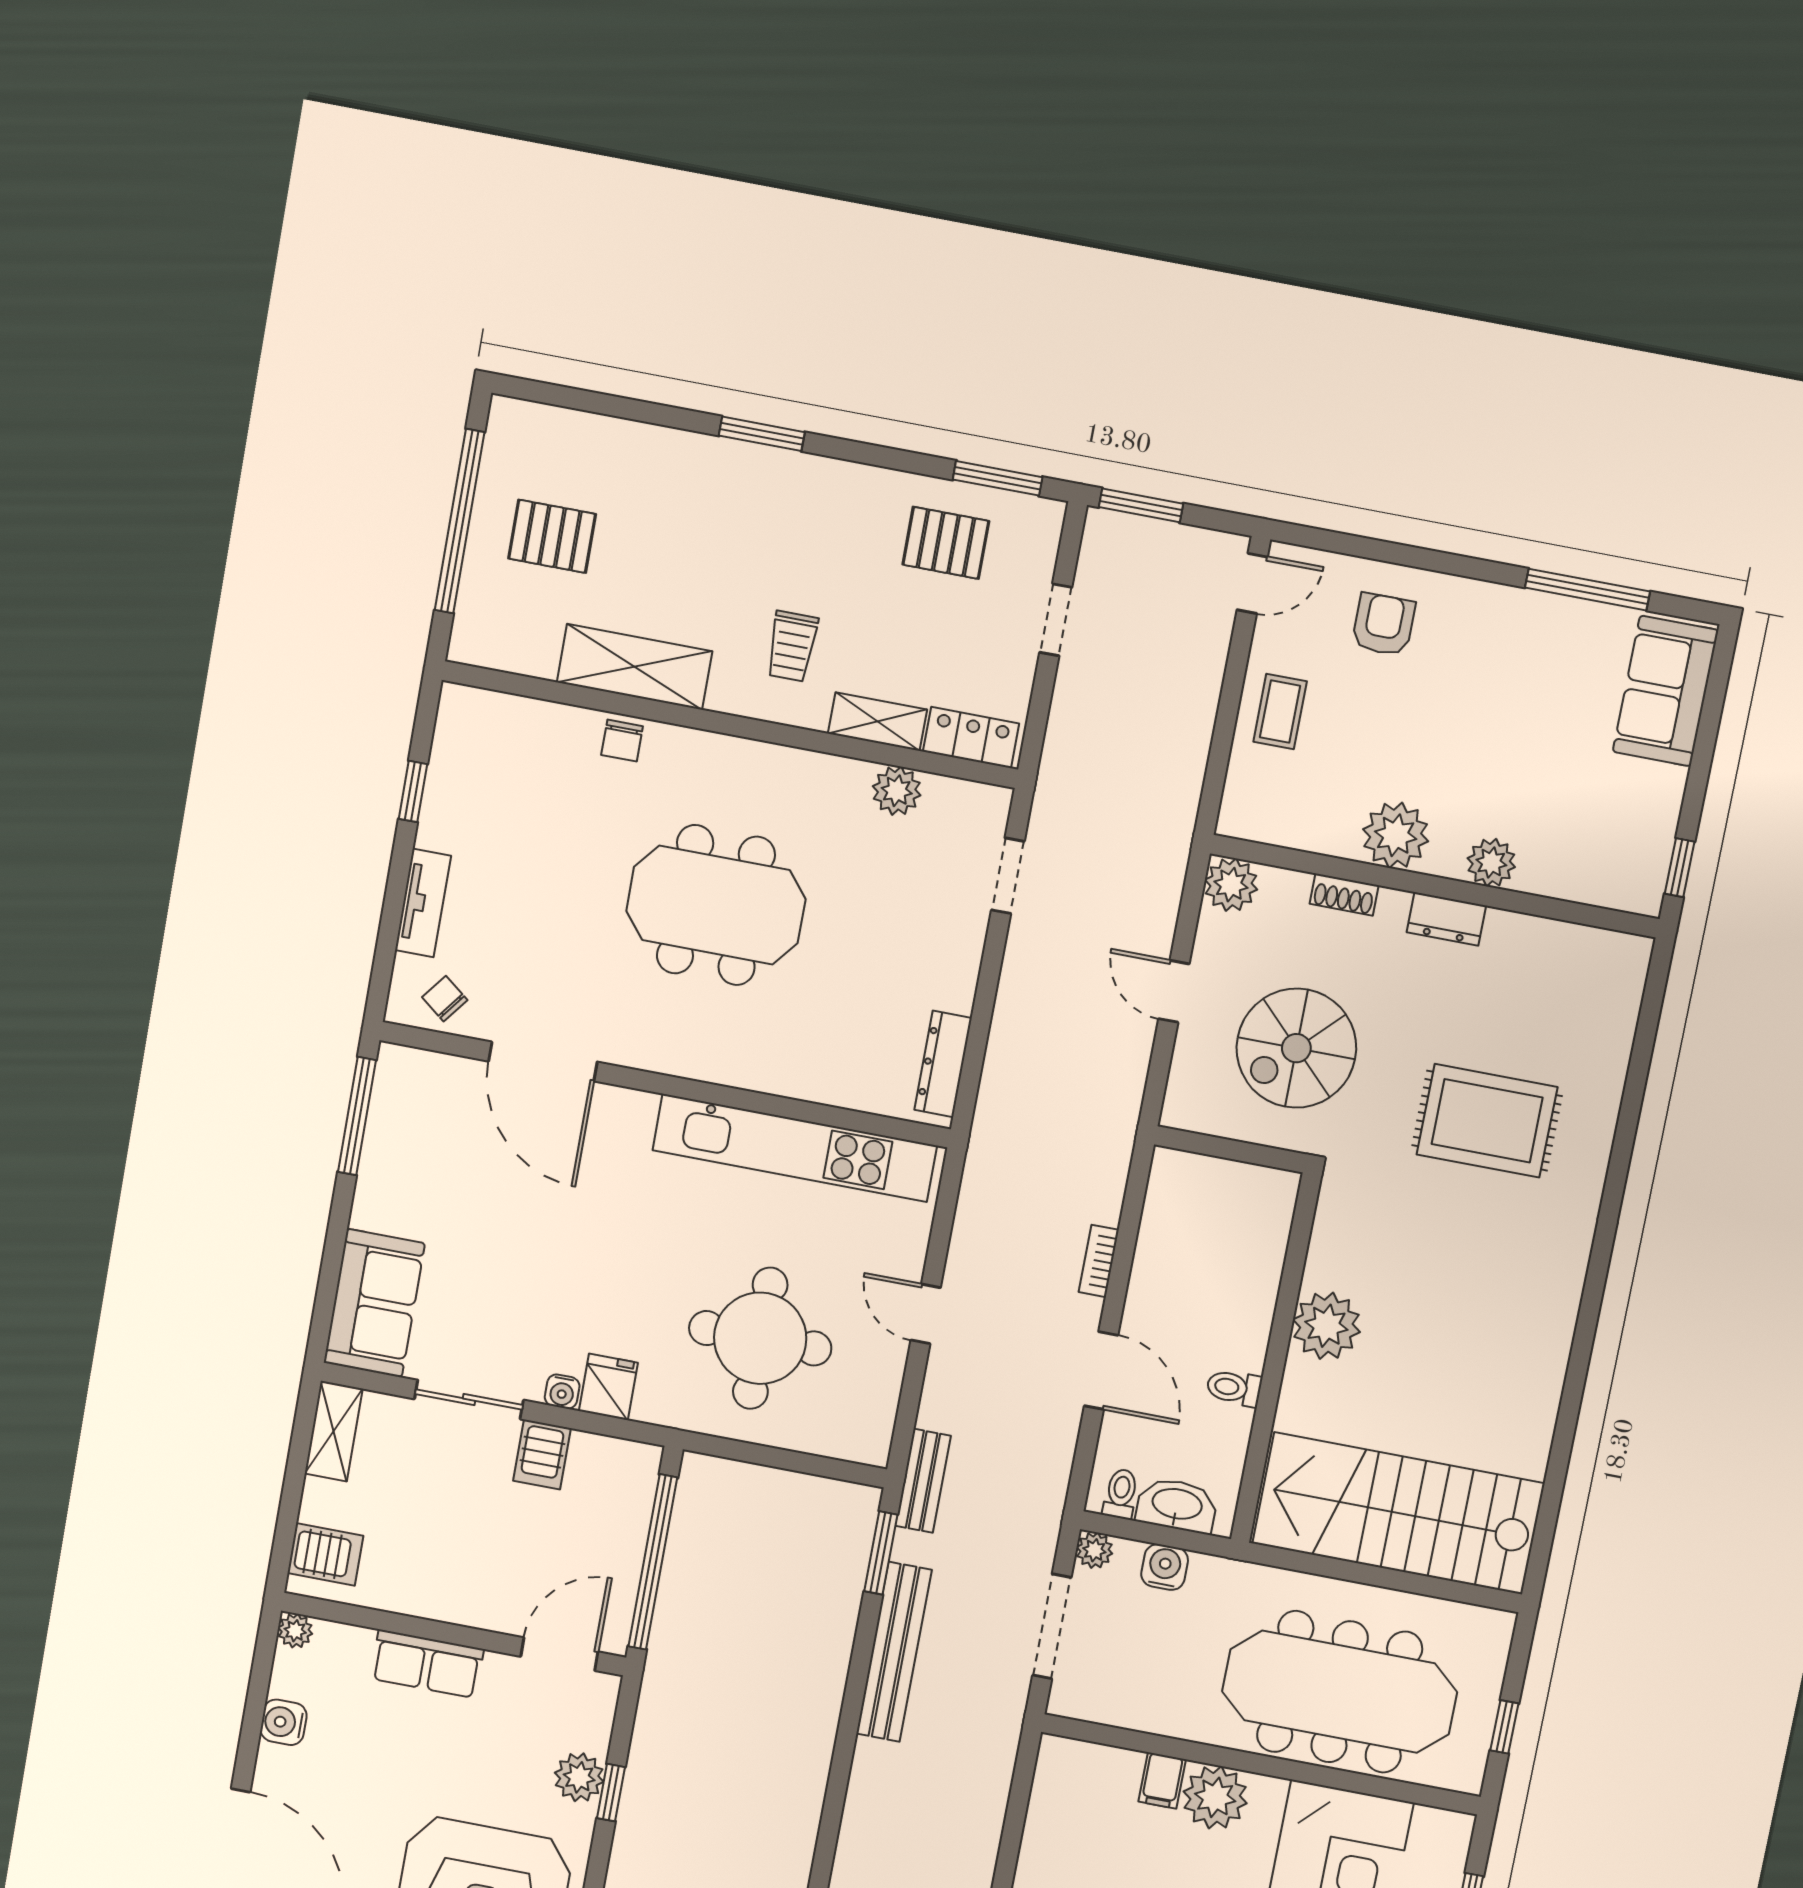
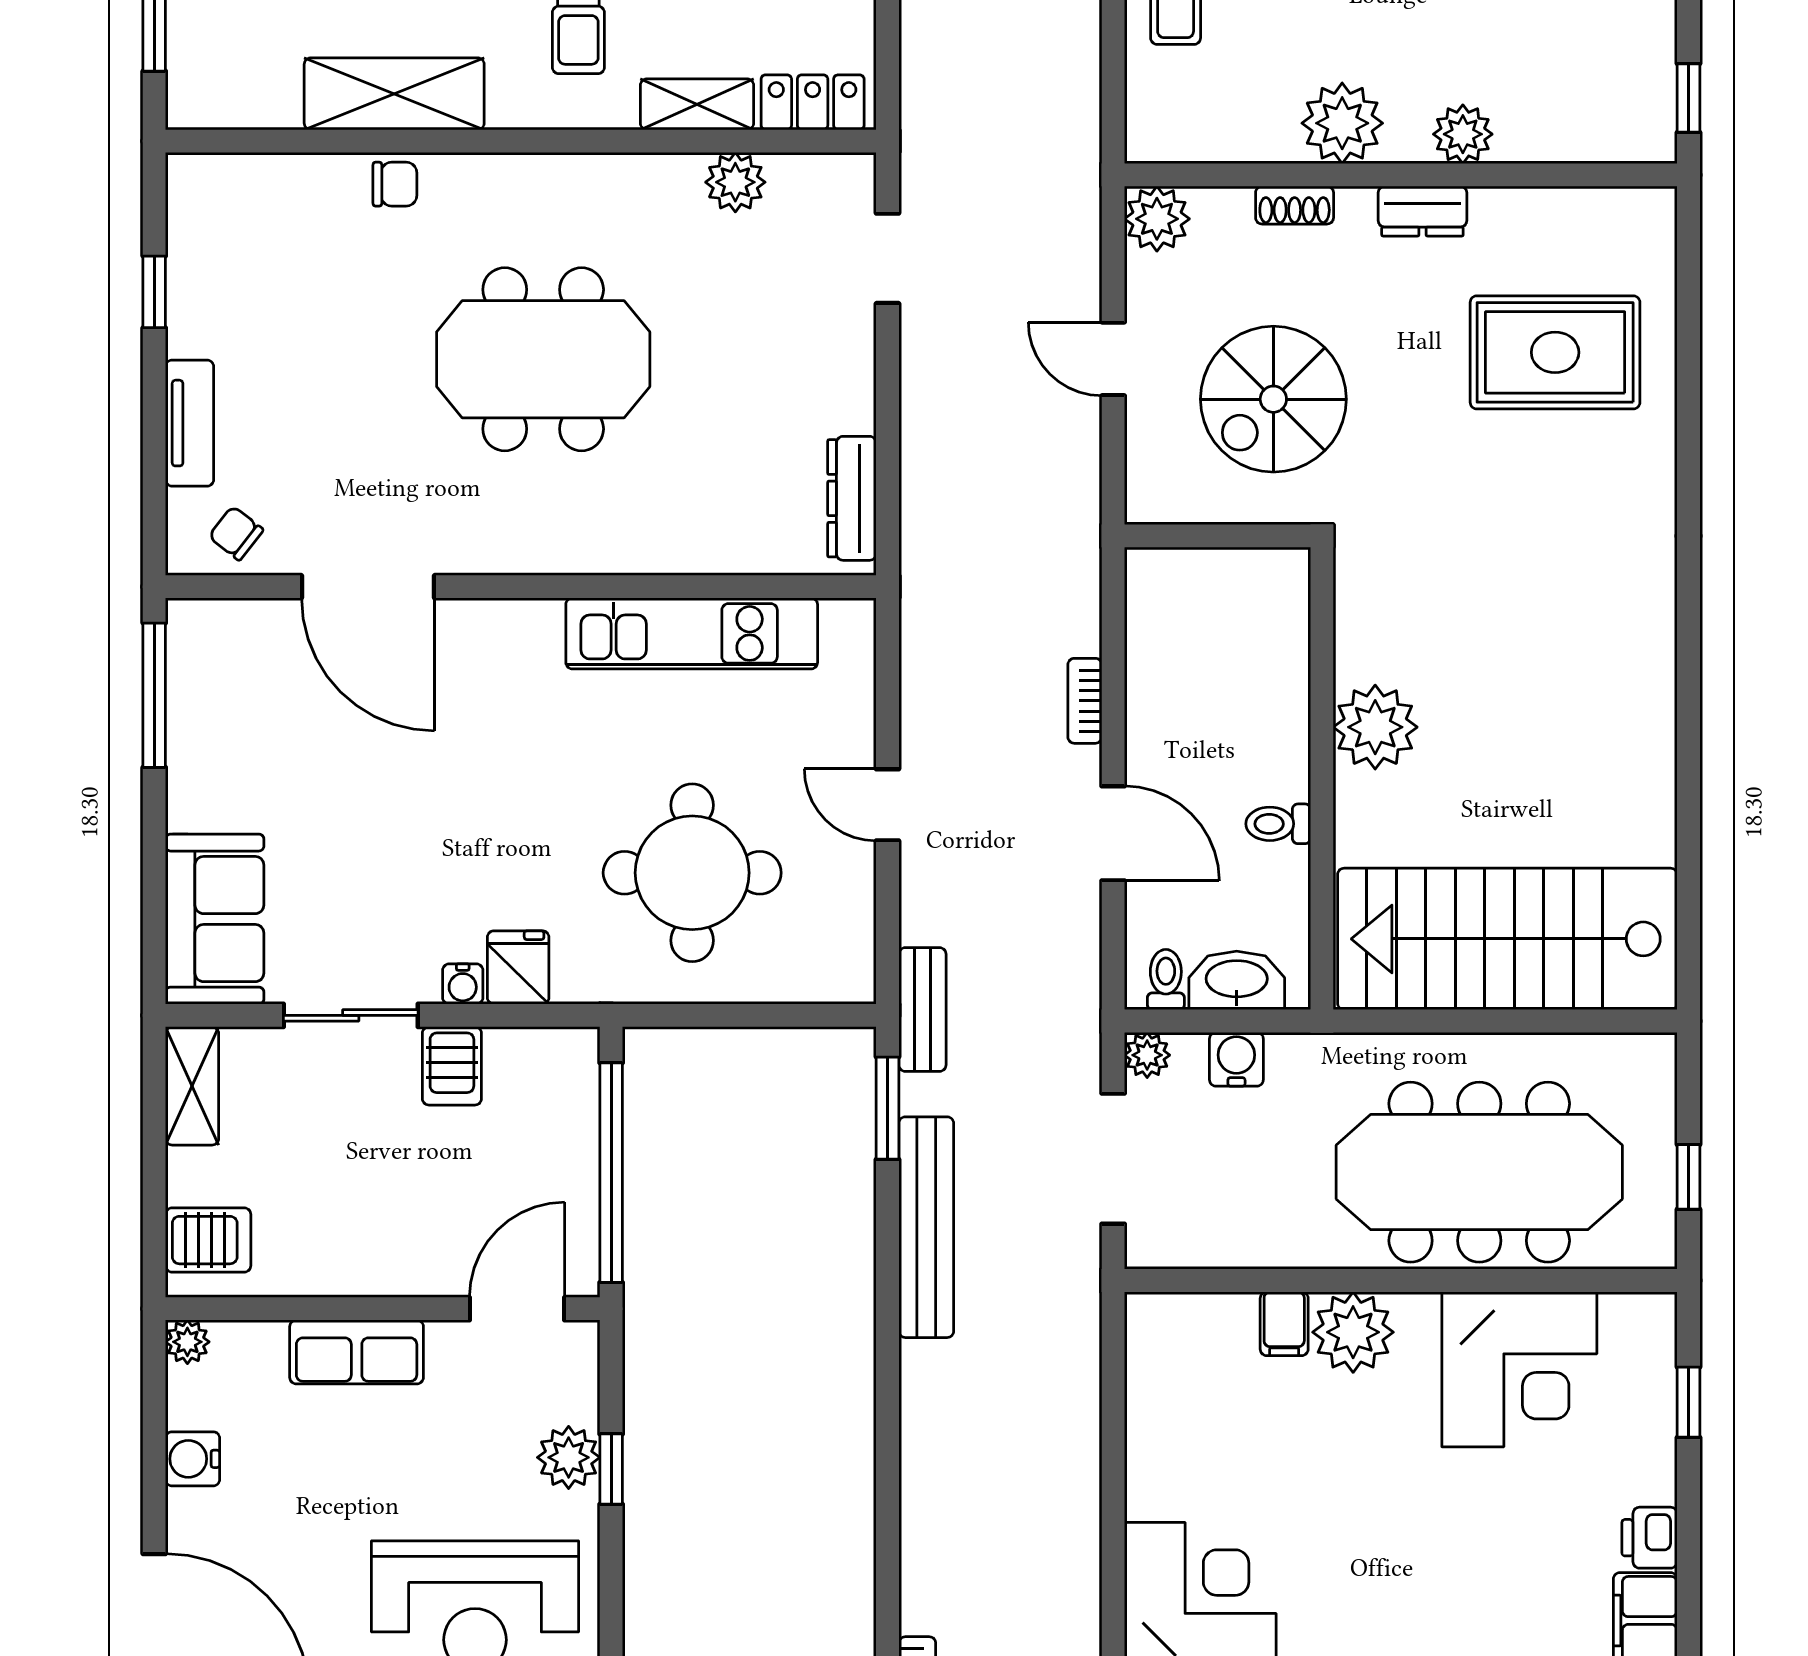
chair: (622, 741) -> (395, 184), turned -90
rug: (1487, 1121) -> (1555, 352), moved
kitchen unit: (795, 1148) -> (692, 633), width x0.73

